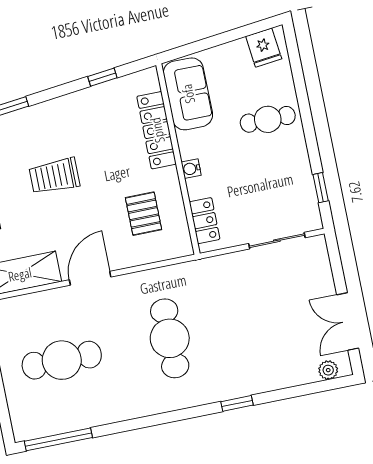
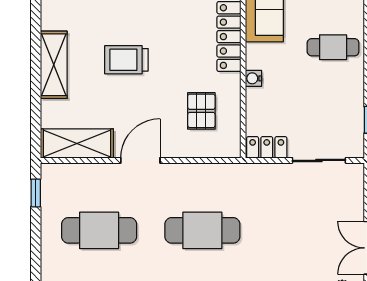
locker: (205, 221) -> (267, 147), moved, turned -90
cafe table: (170, 338) -> (202, 230), turned 90

